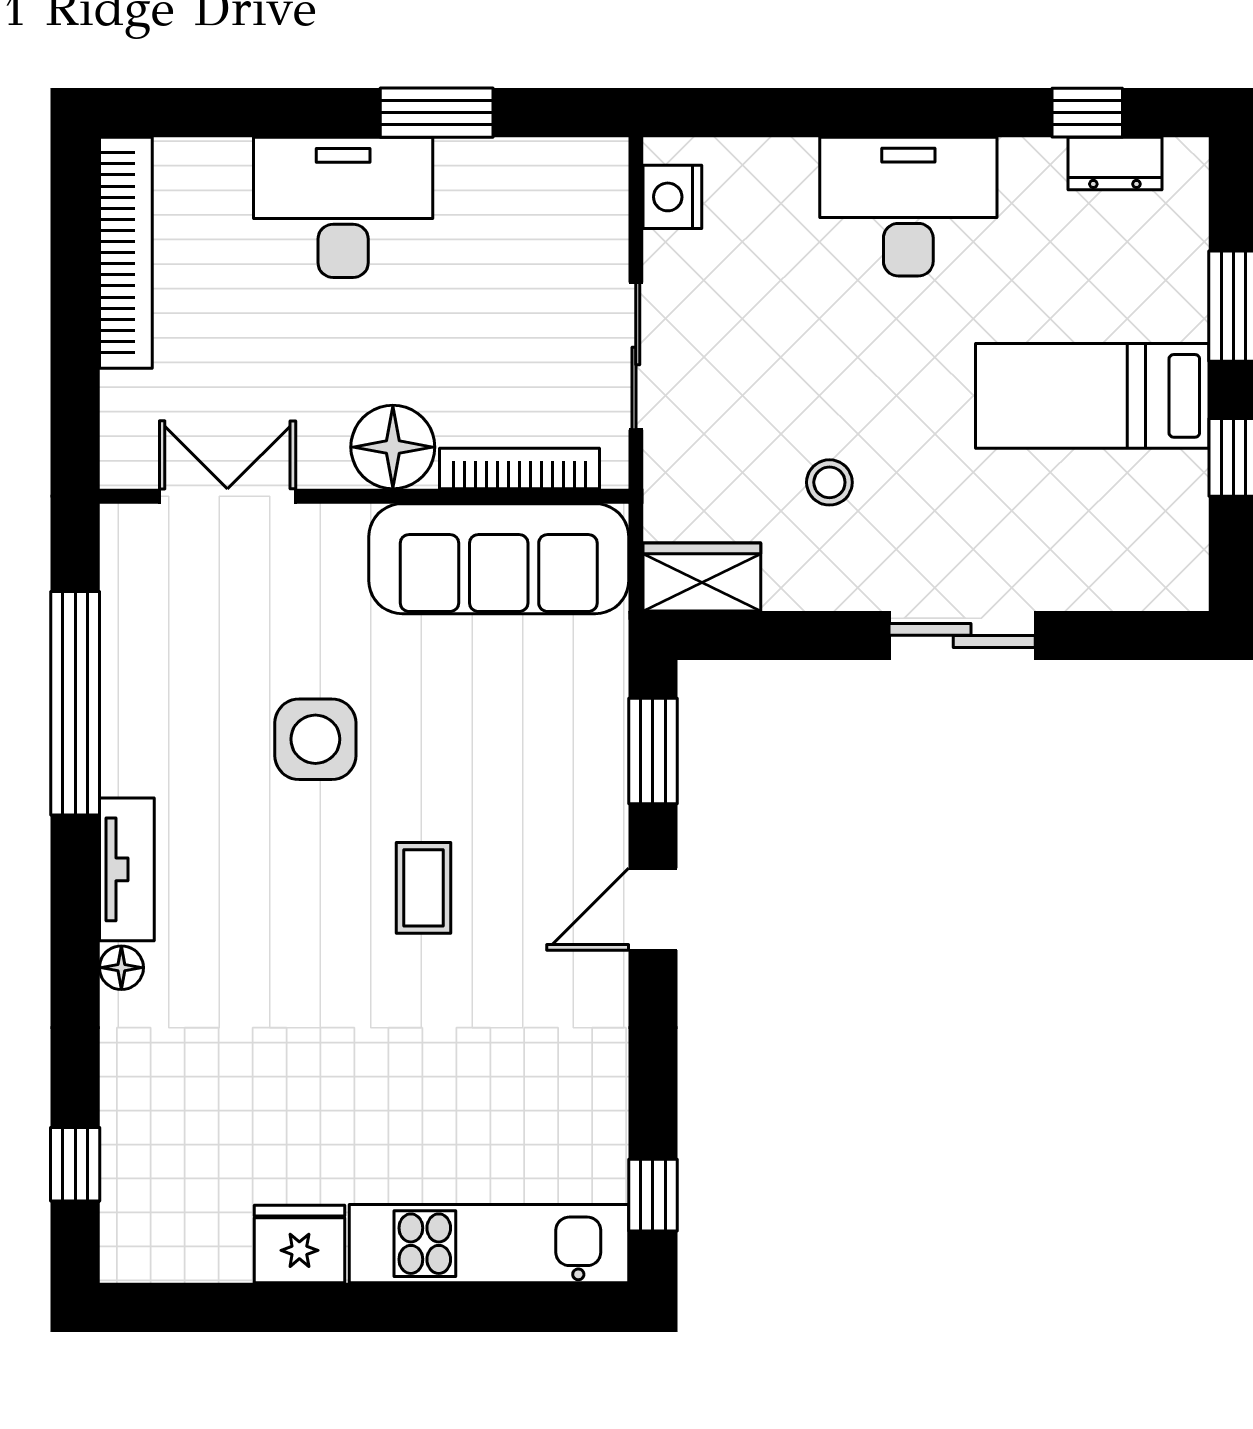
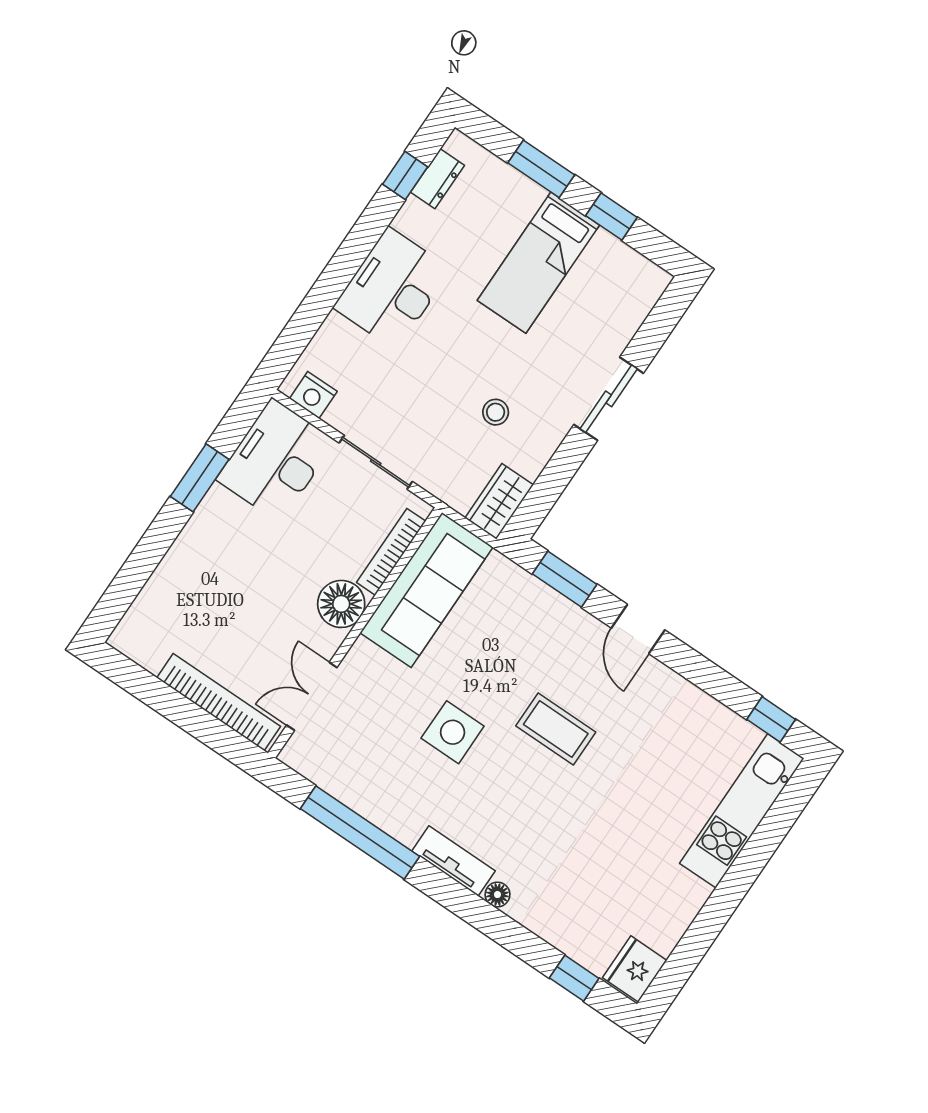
desk: (343, 207) -> (276, 460), moved
bookcase: (126, 253) -> (219, 702), moved
coffee table: (423, 888) -> (556, 729), width x1.36, depth x1.30
fridge: (299, 1244) -> (635, 969), moved

